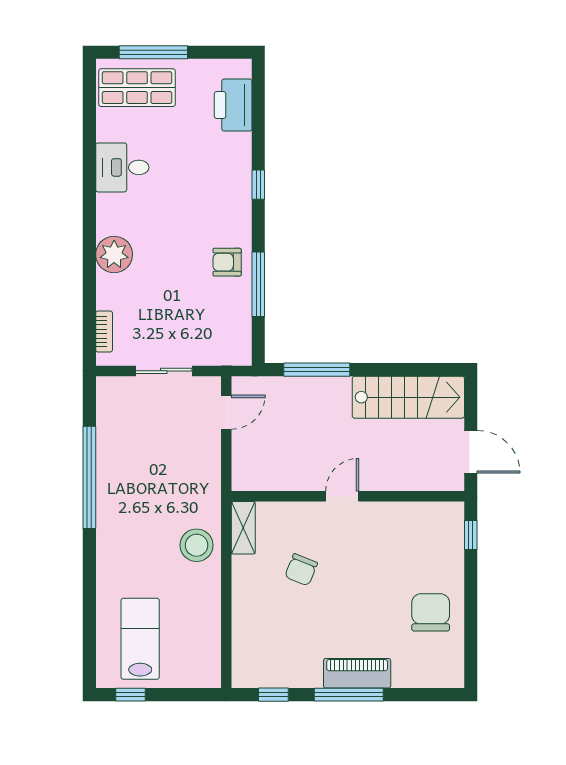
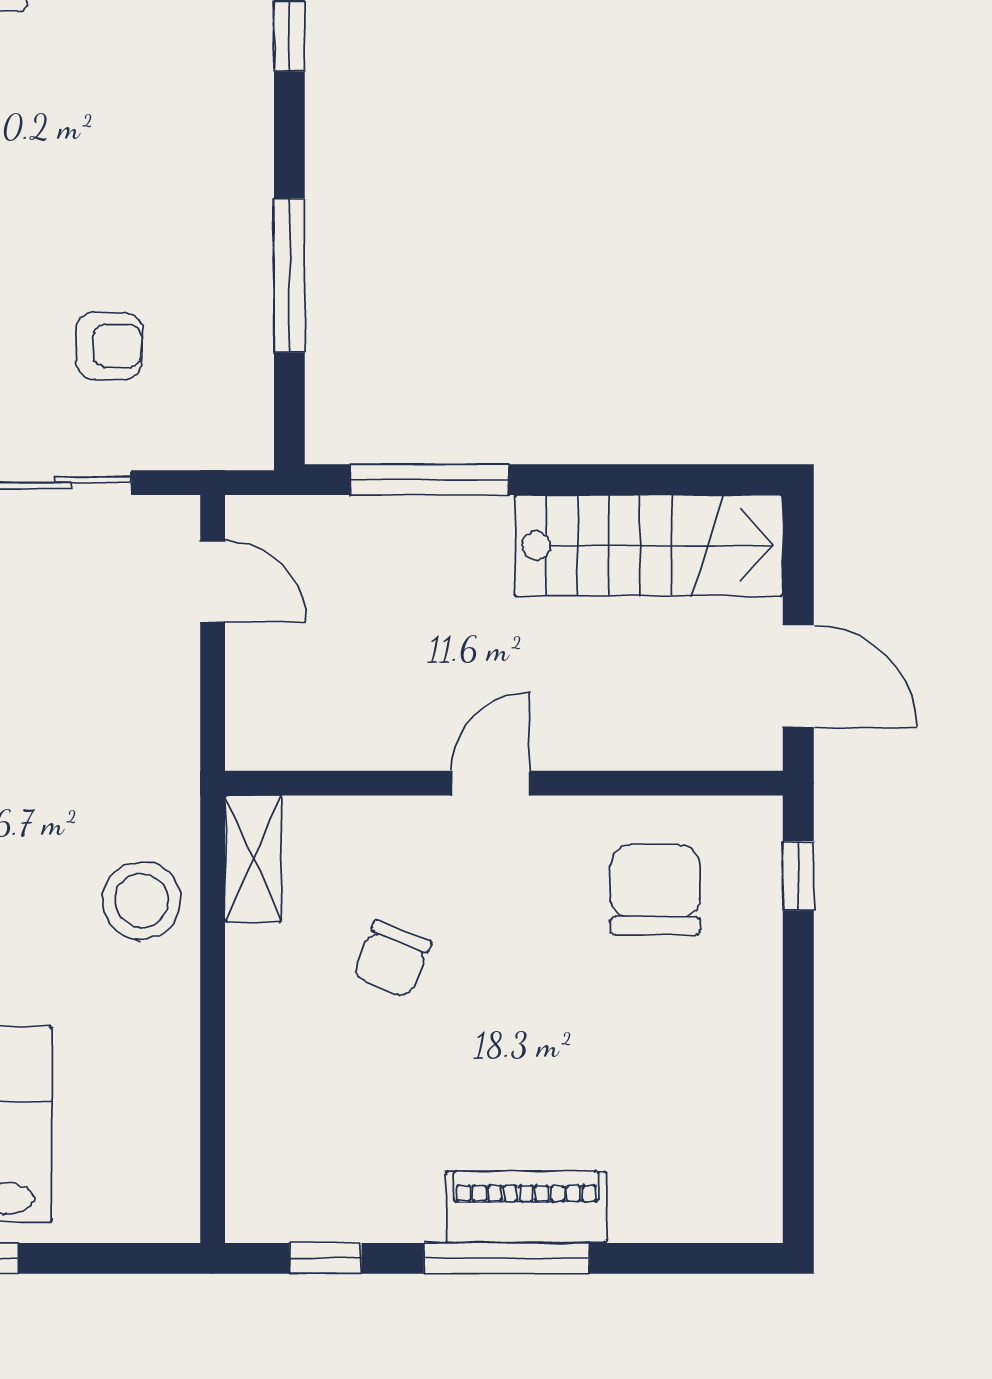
armchair: (227, 262) -> (109, 346), moved, turned 180
door: (226, 412) -> (213, 582), hinge flipped
chair: (431, 612) -> (655, 890), moved

